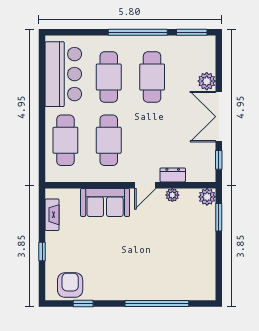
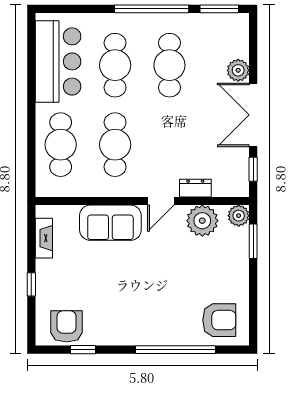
plant: (172, 195) -> (202, 221), width x1.88, depth x1.88
armchair: (192, 280) -> (219, 320), added

